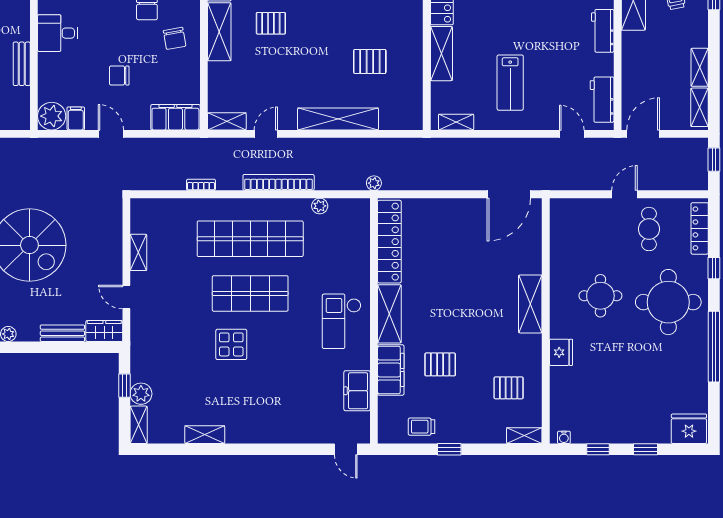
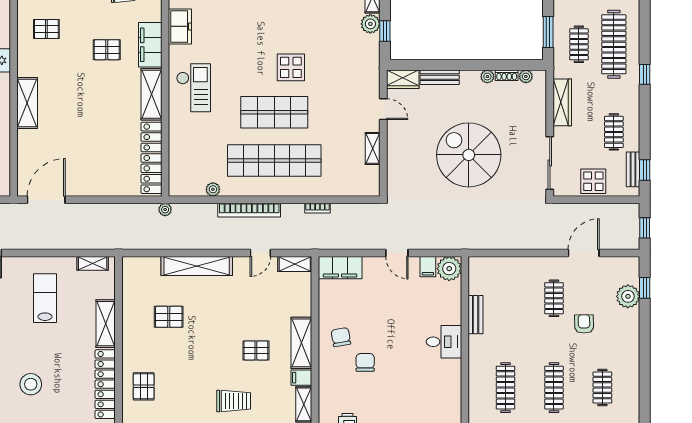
chair: (119, 76) -> (390, 304), removed

